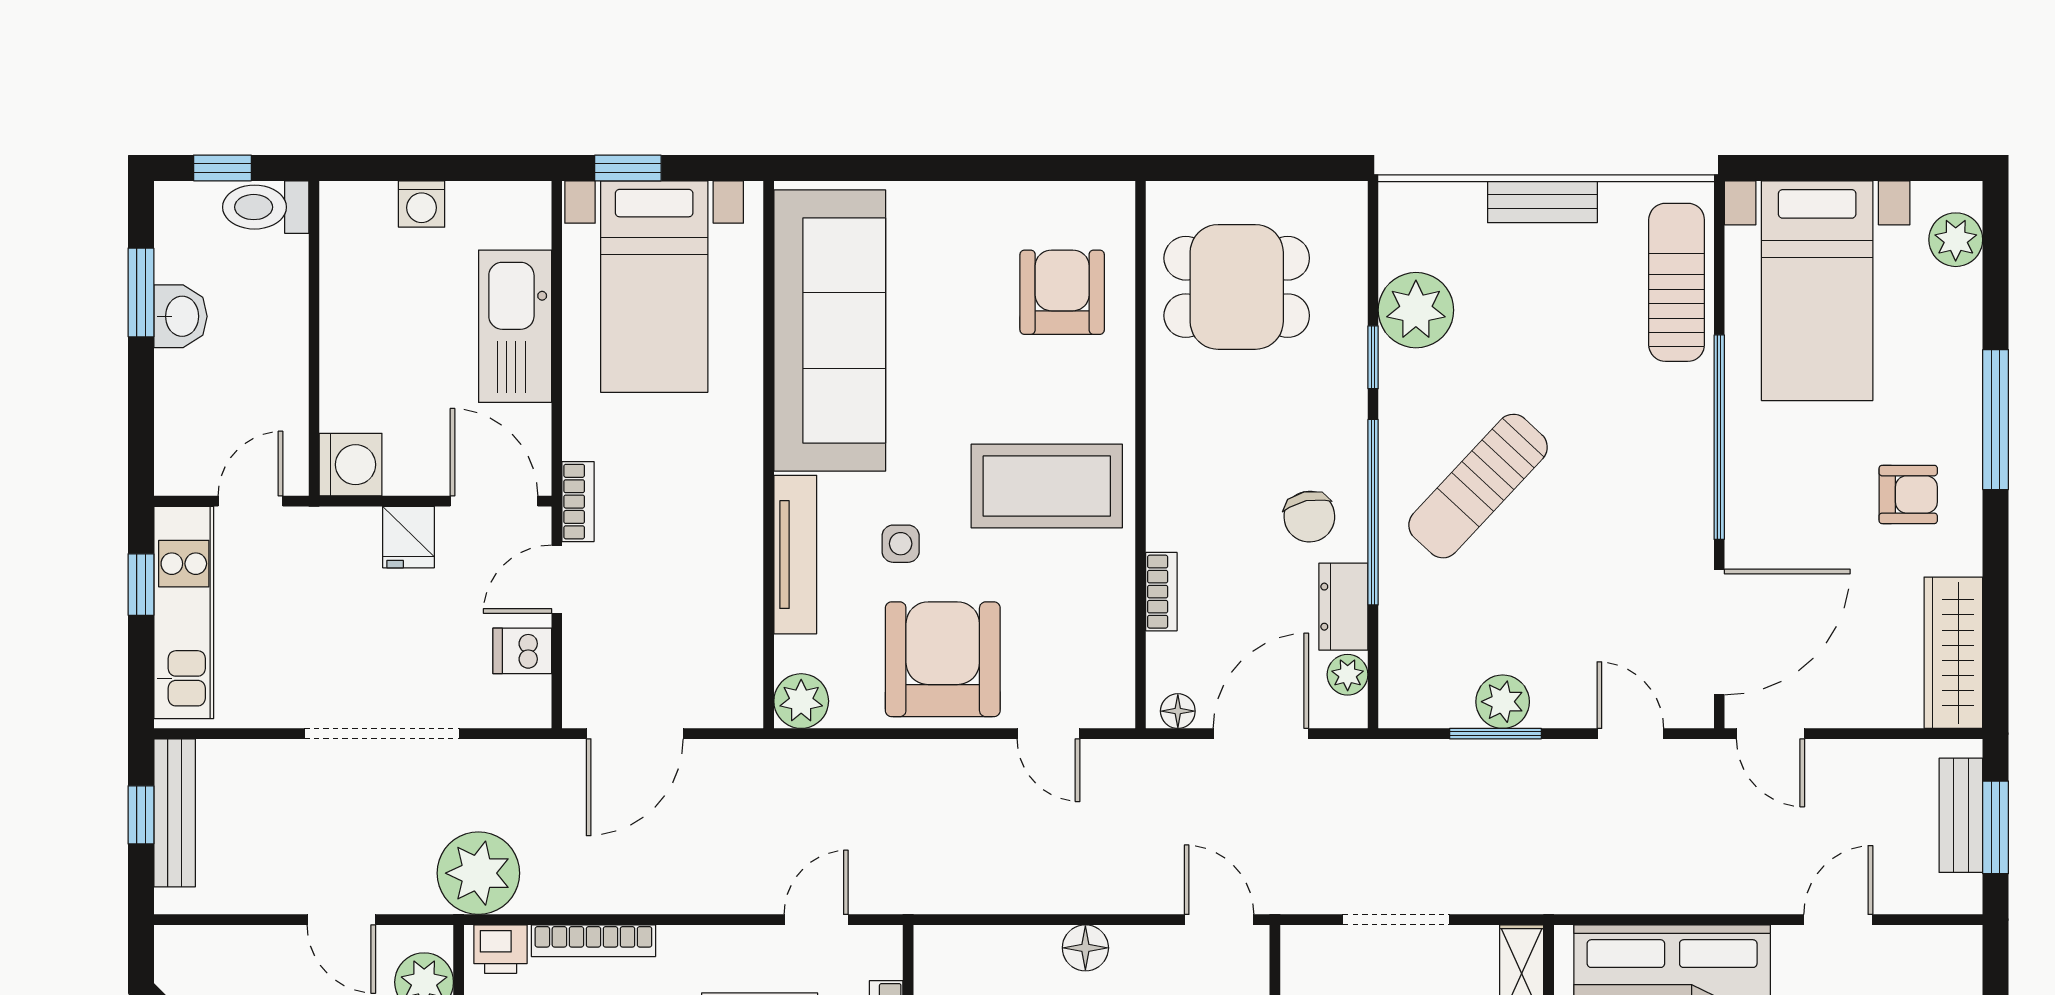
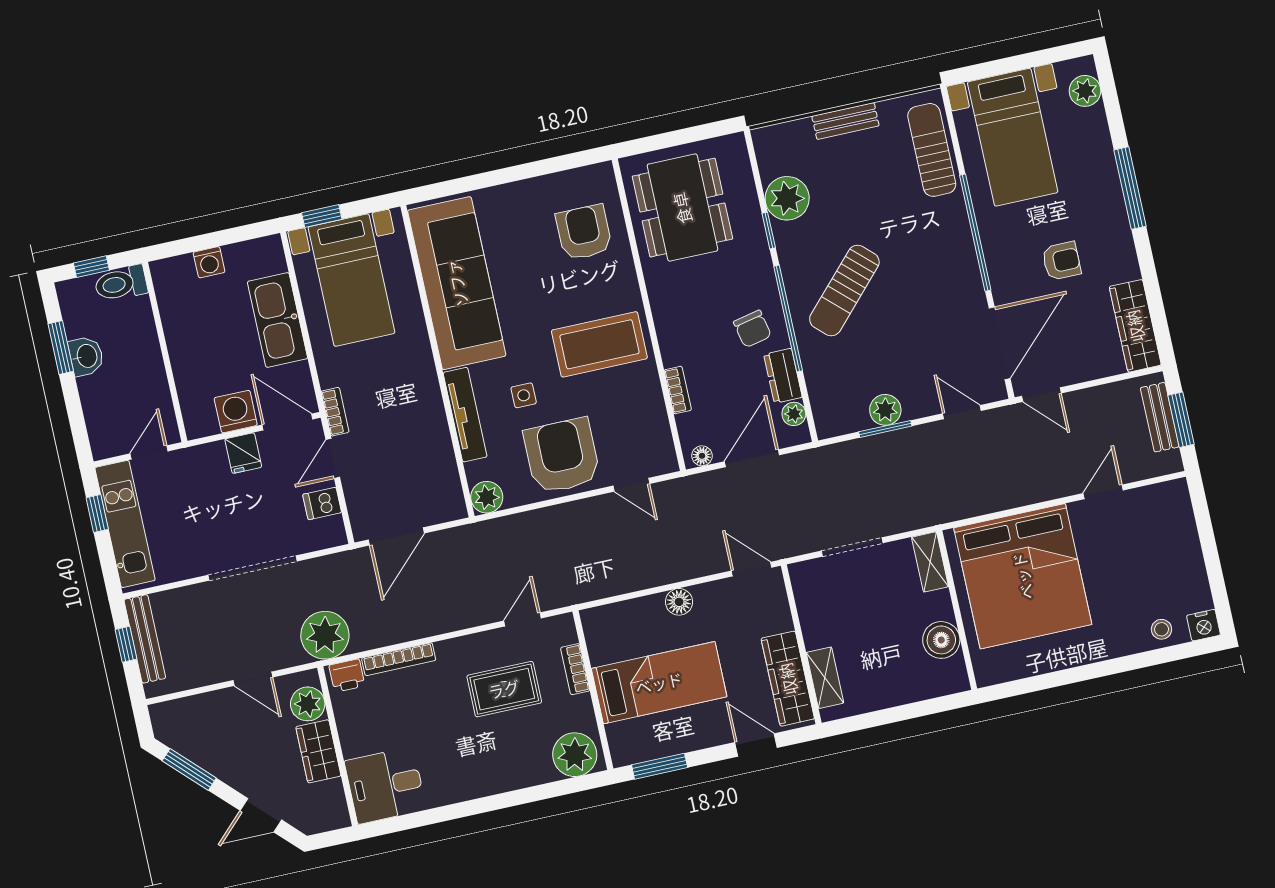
dining table: (1237, 287) -> (682, 208), width x1.38
washing machine: (351, 465) -> (236, 412), moved, turned -90
armchair: (1908, 494) -> (1061, 261), moved

